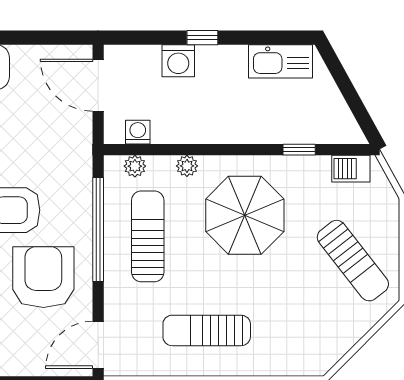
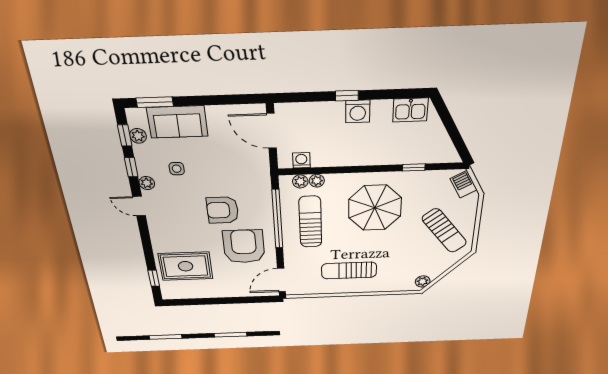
washing machine: (178, 61) -> (358, 111), moved
kitchen sink: (281, 61) -> (410, 110), width x0.73
plant: (187, 166) -> (317, 181), moved
barbecue: (351, 169) -> (464, 184), moved, turned 61
plant: (326, 358) -> (423, 281), added

